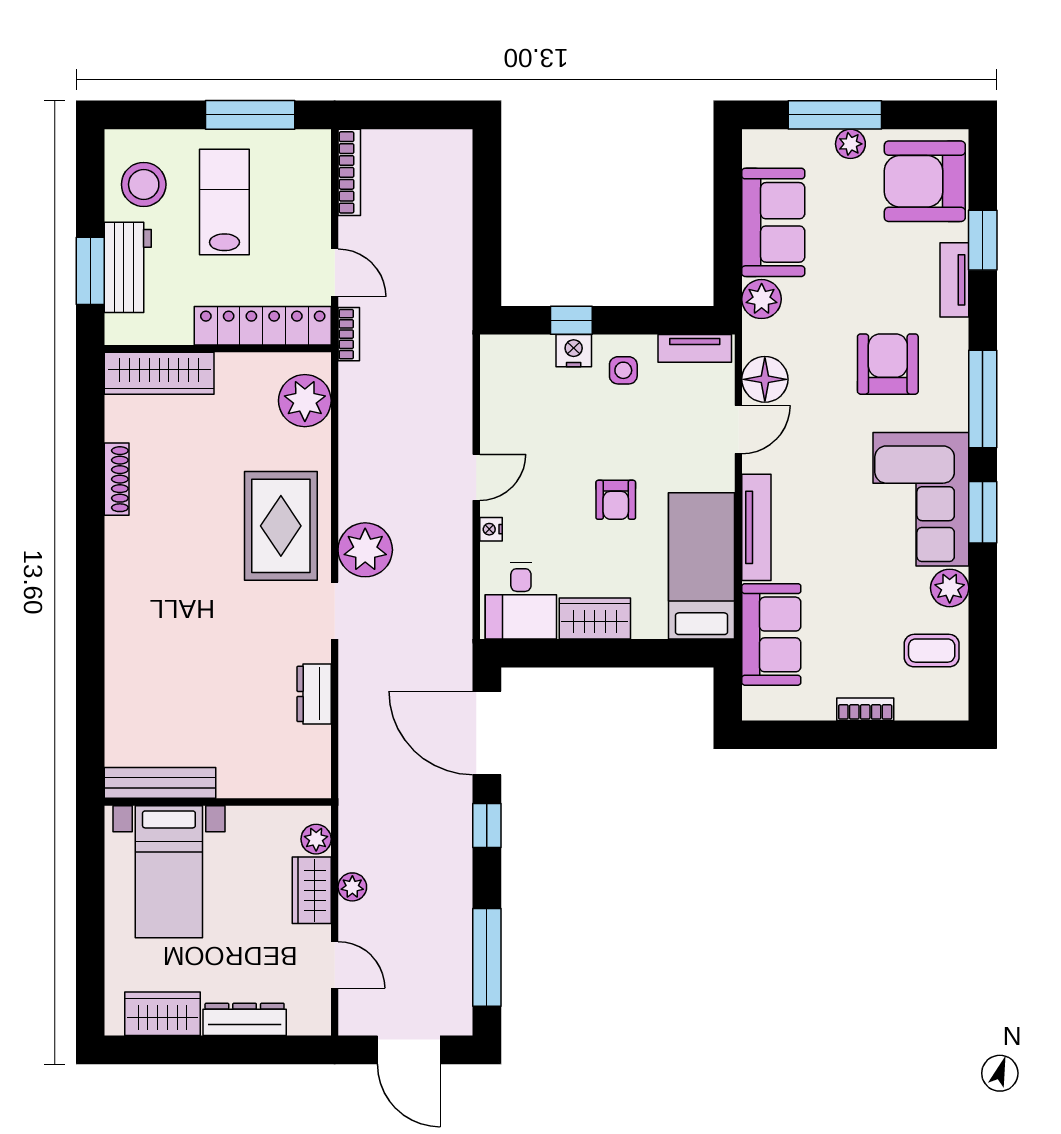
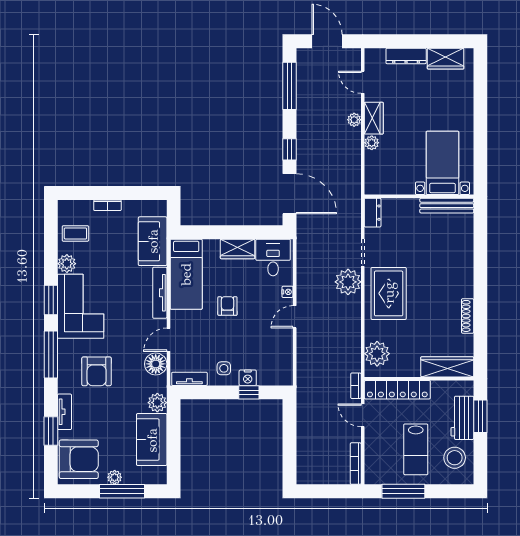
bench: (160, 783) -> (447, 206), moved
wall: (218, 802) -> (419, 196), moved
bed with nightstands: (169, 872) -> (442, 163), moved

